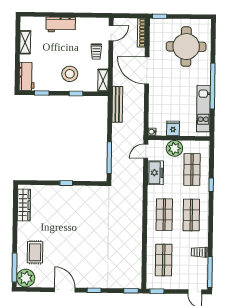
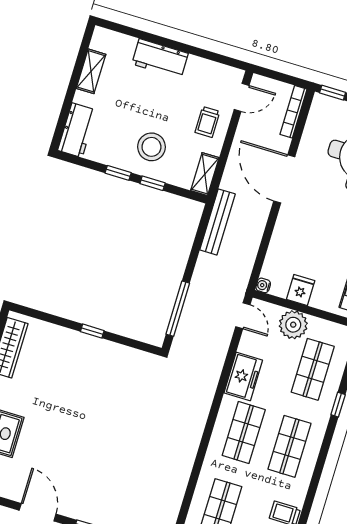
window: (42, 93) -> (118, 173), moved
door: (146, 151) -> (243, 316), swing flipped
freezer: (155, 173) -> (243, 376), moved

